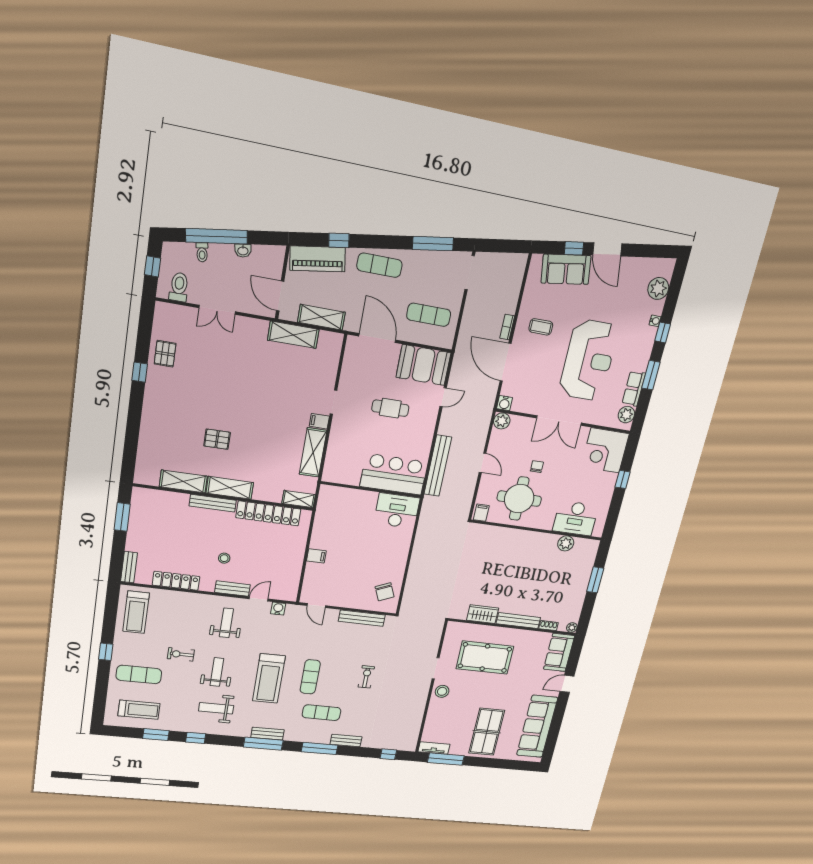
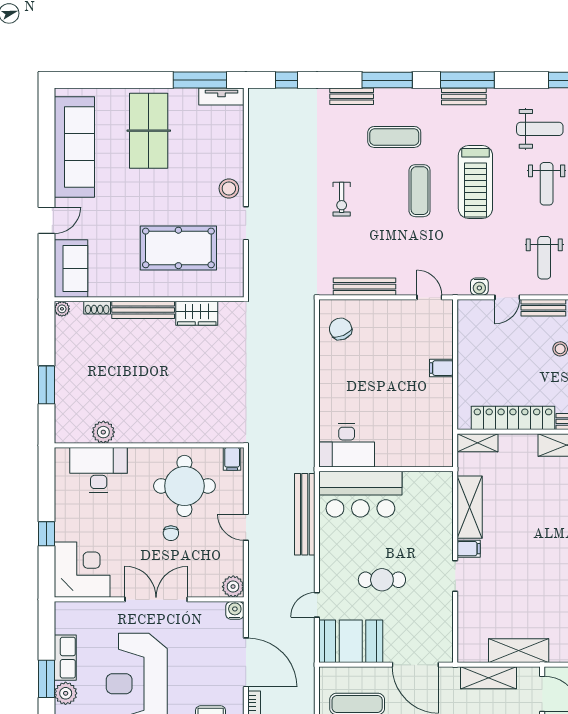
plant: (626, 415) -> (66, 693), moved
treadmill: (269, 678) -> (475, 182), turned 180

